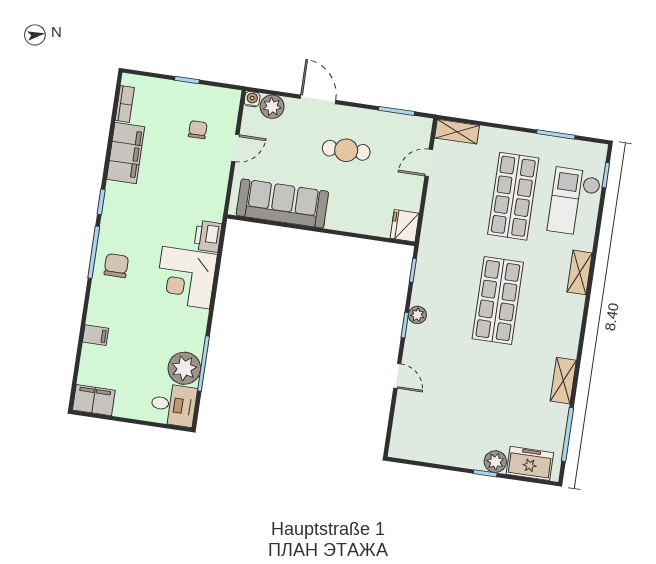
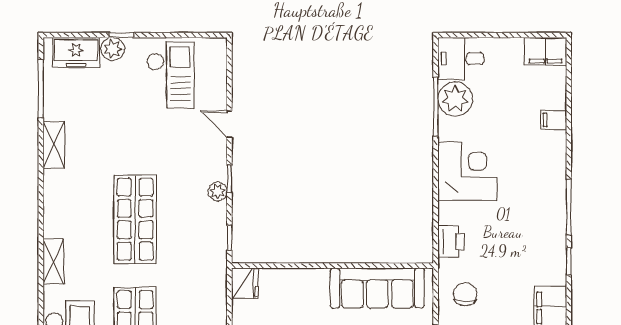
chair: (116, 266) -> (465, 294), moved, turned 180
corner desk: (186, 278) -> (467, 171), moved
checkout: (445, 429) -> (170, 75), added

